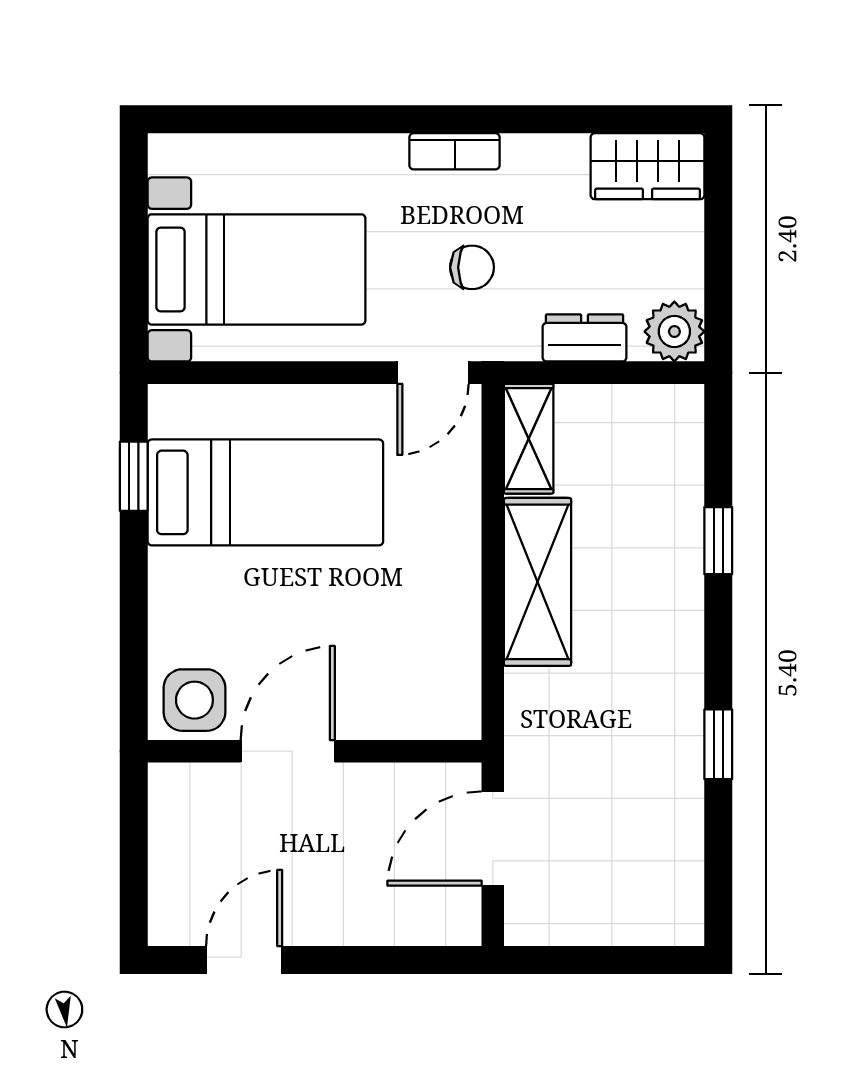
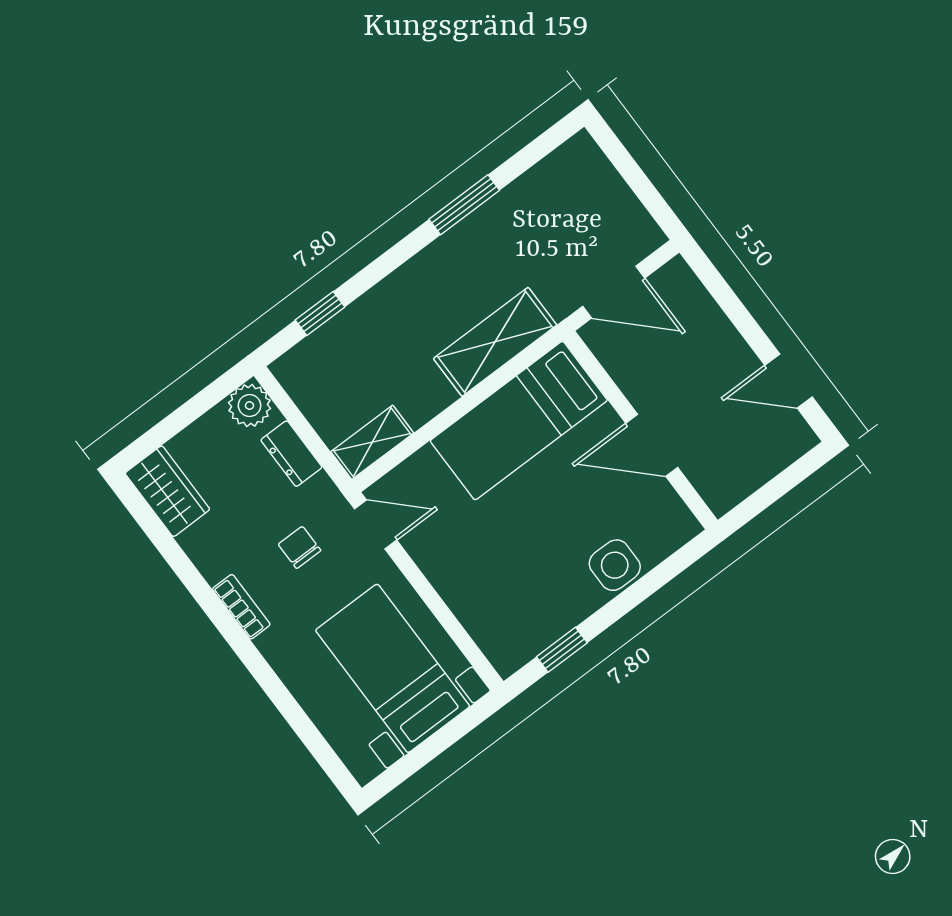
bed: (265, 492) -> (519, 421), moved, turned -90
window: (718, 541) -> (320, 313), moved
shelving: (538, 582) -> (495, 342), moved
side table: (194, 700) -> (615, 565), moved
window: (718, 744) -> (464, 205), width x1.50

